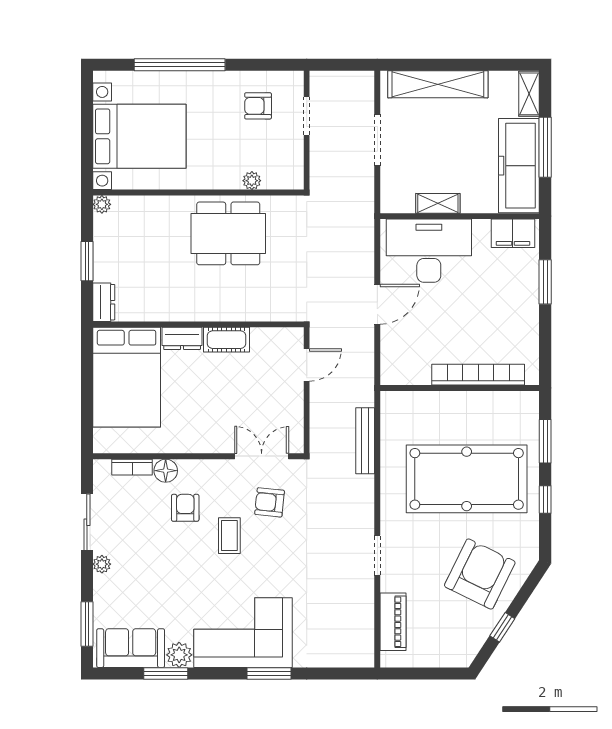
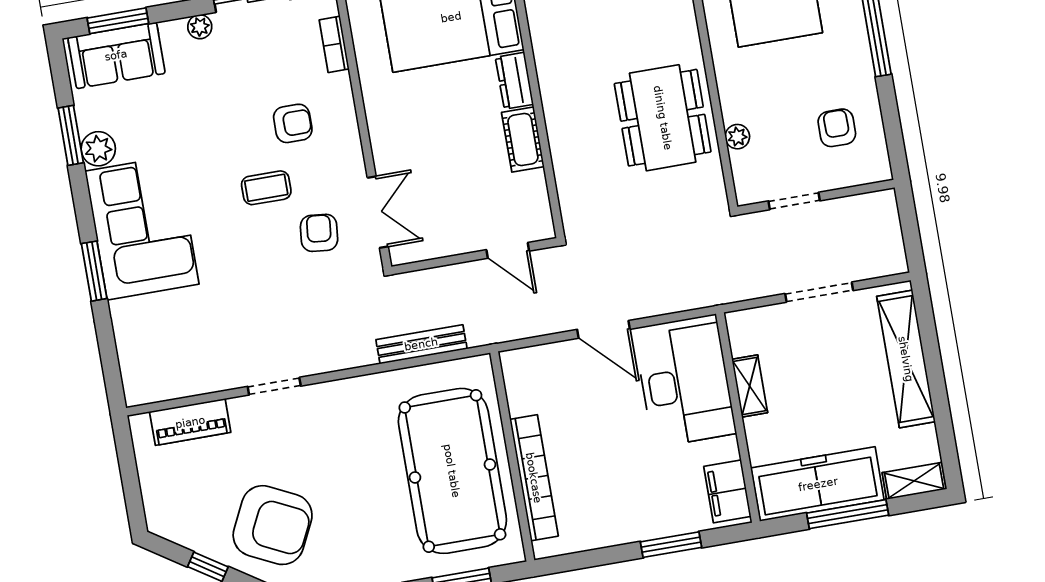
doorway: (307, 116) -> (794, 201), moved
floor lamp: (166, 471) -> (337, 89), removed
pool table: (467, 479) -> (452, 471), moved
sofa: (131, 648) -> (116, 55), moved, turned 90

